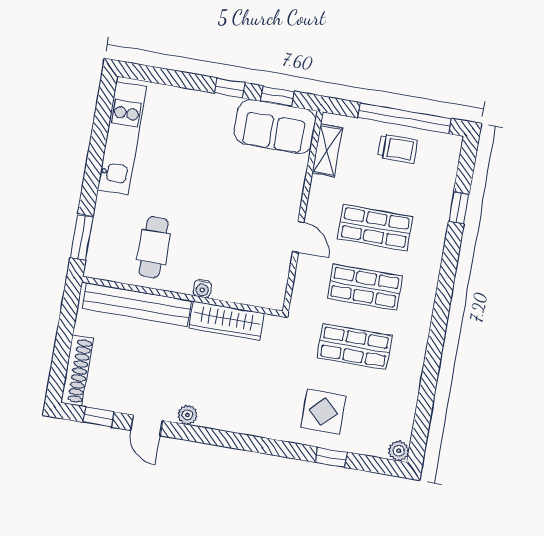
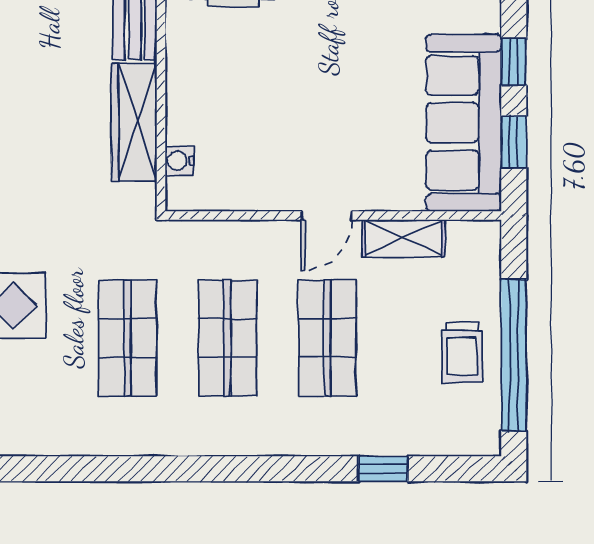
sofa: (275, 127) -> (464, 123), width x1.36
shelving: (327, 150) -> (404, 238), moved
door: (298, 237) -> (327, 216), moved
water cooler: (202, 289) -> (179, 161), moved

